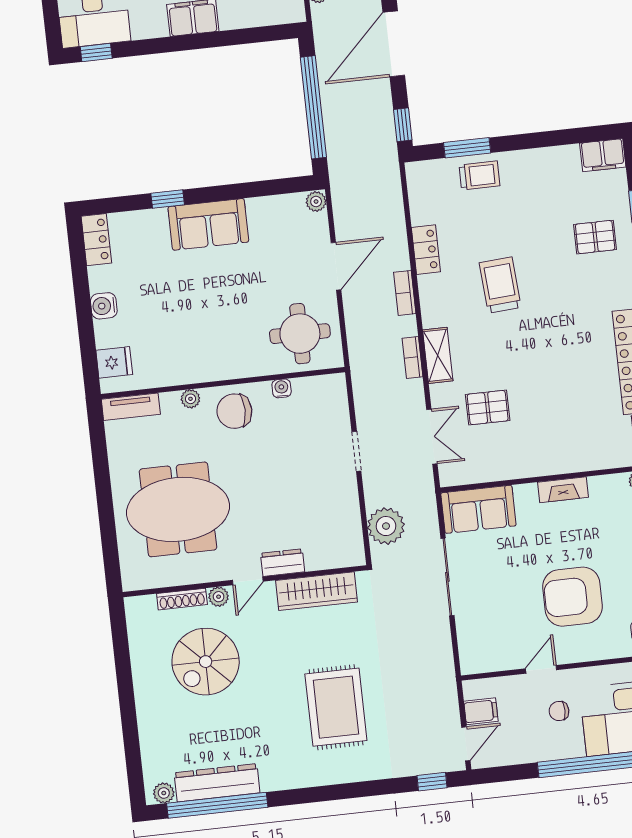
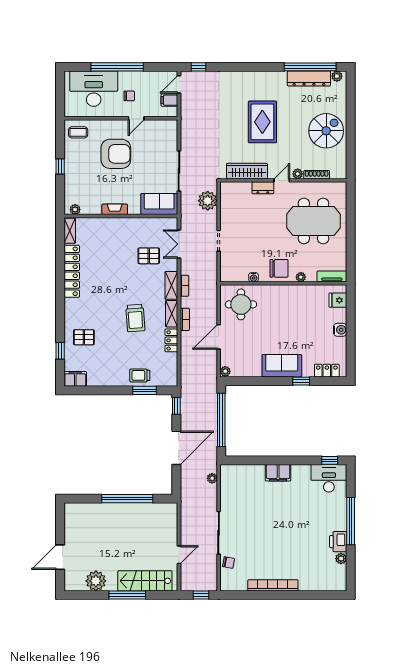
locker: (96, 240) -> (327, 371), moved, turned 90
shelving: (431, 301) -> (172, 314), added
spiral stairs: (206, 662) -> (326, 131), moved
rug: (336, 707) -> (262, 122), moved

